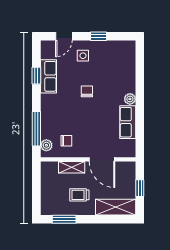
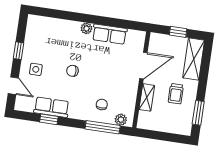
chair: (66, 141) -> (102, 104), moved

